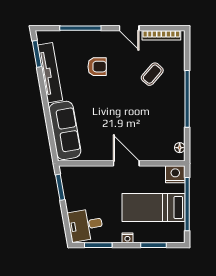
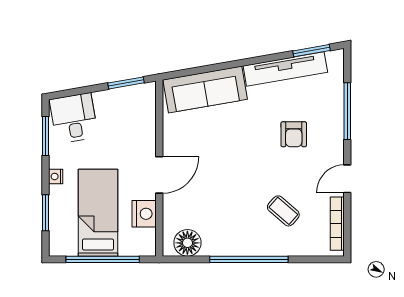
floor lamp: (180, 148) -> (187, 243), width x1.89, depth x1.89
nightstand: (175, 174) -> (144, 214), moved

